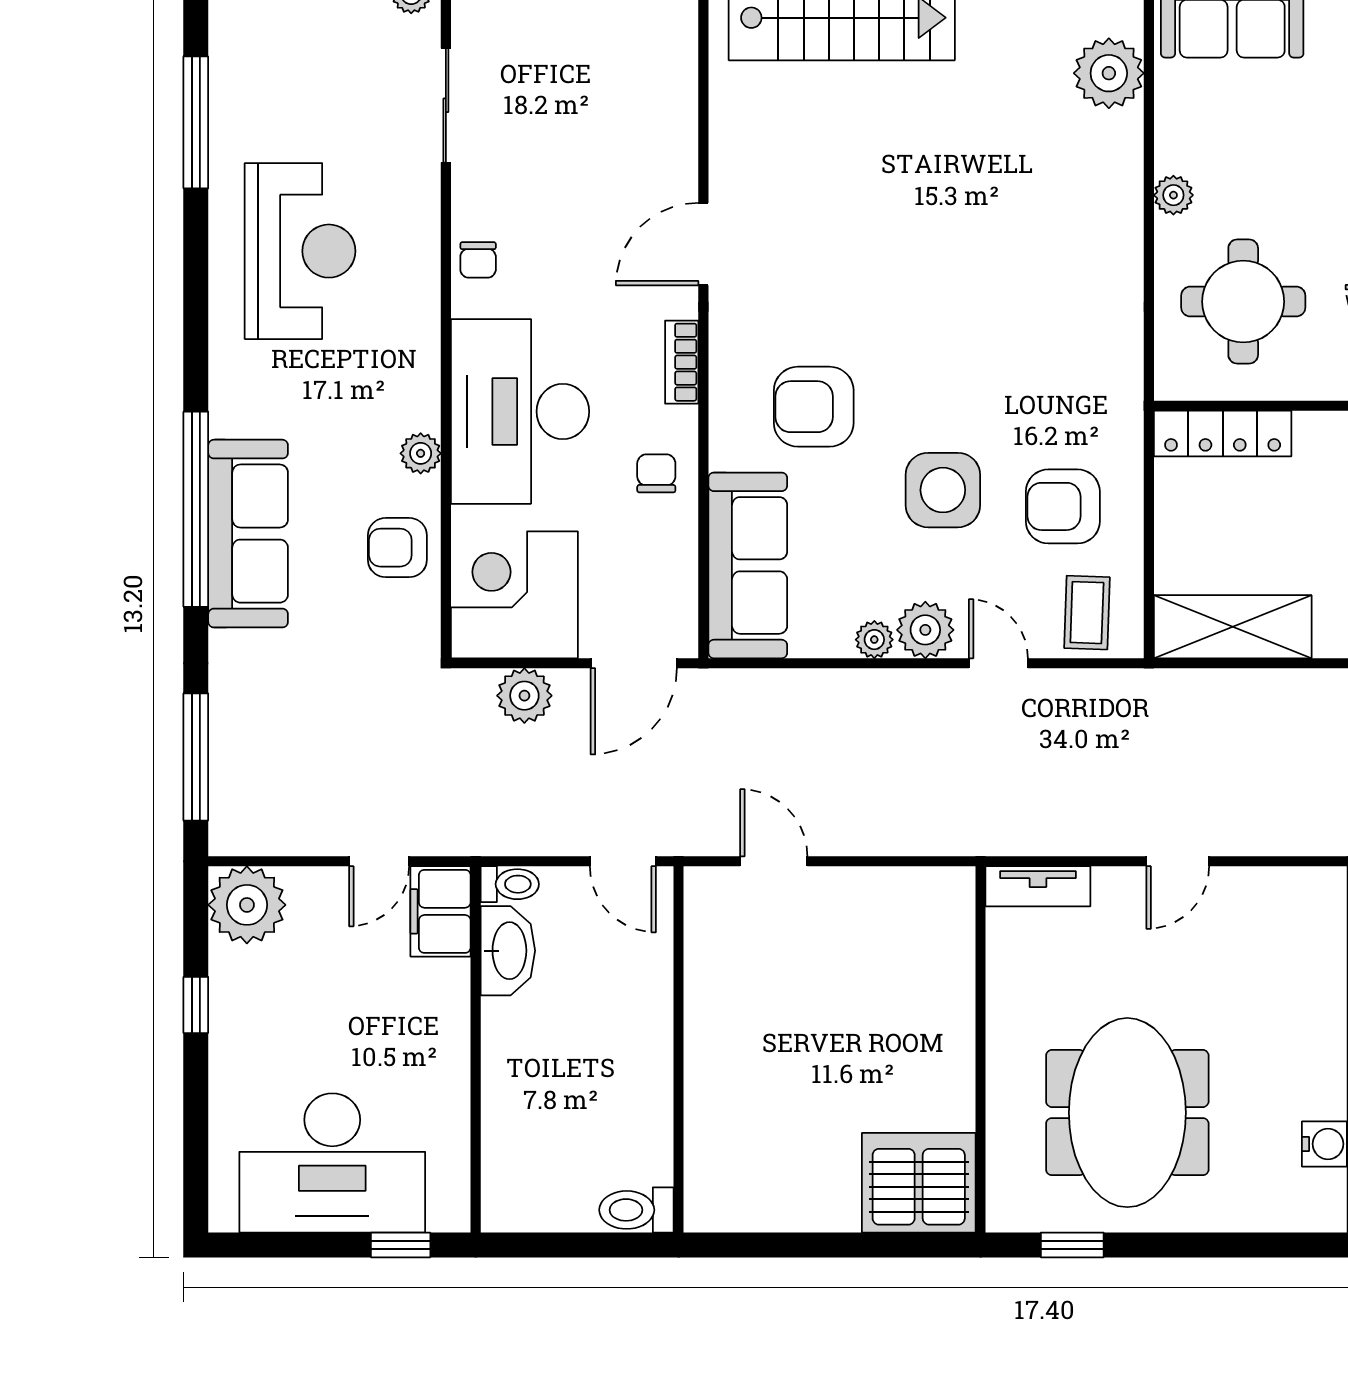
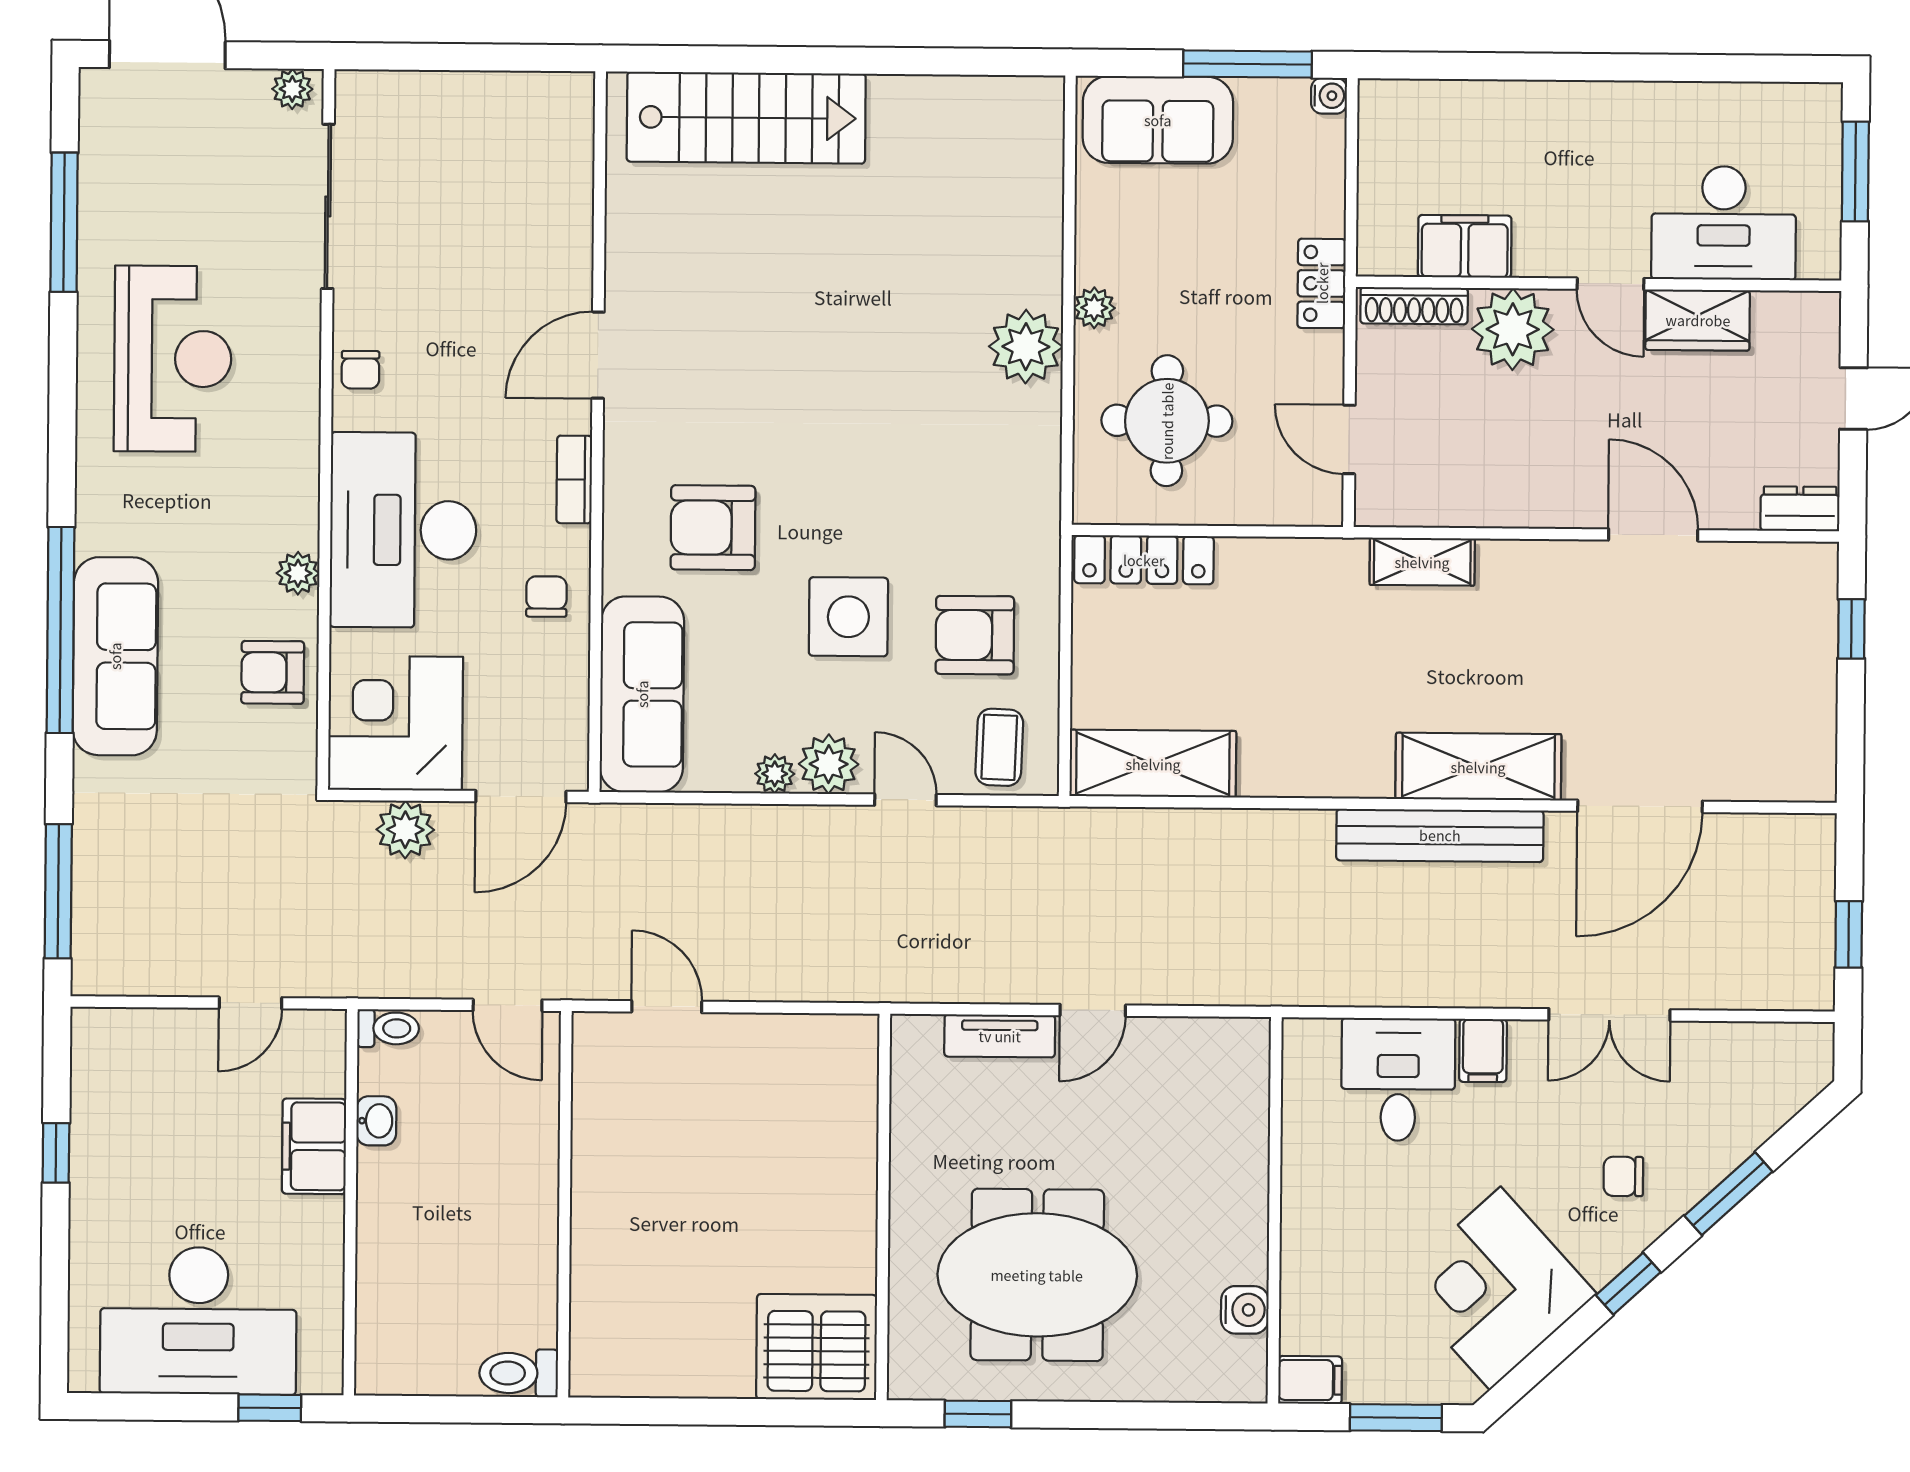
plant: (1109, 73) -> (1026, 347), moved
sliding door: (446, 105) -> (328, 206), width x1.37
tv unit: (1038, 886) -> (1000, 1036), moved
plant: (247, 905) -> (111, 1048), removed
filing cabinet: (441, 911) -> (314, 1146), moved
washbasin: (508, 951) -> (376, 1121), width x0.52, depth x0.69
meeting table: (1127, 1113) -> (1037, 1275), turned 90

